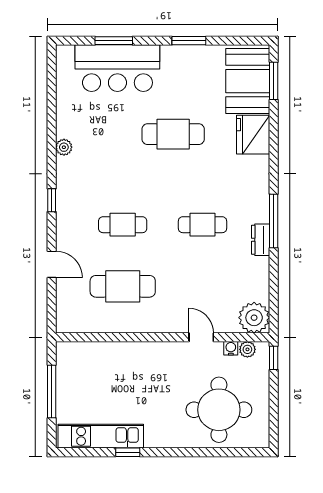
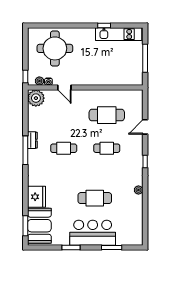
bar counter: (117, 68) -> (93, 233), moved
cafe table: (173, 134) -> (95, 198), moved
door: (52, 264) -> (145, 127), hinge flipped

